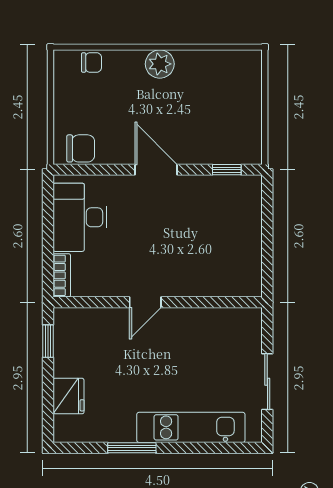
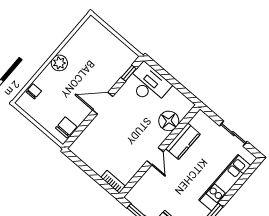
desk: (80, 217) -> (148, 84), moved, turned 180
floor lamp: (209, 279) -> (169, 121), added
kitchen counter: (198, 323) -> (183, 141), added

